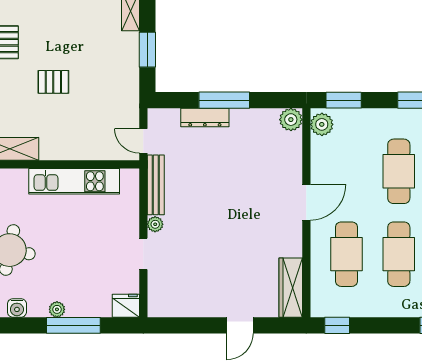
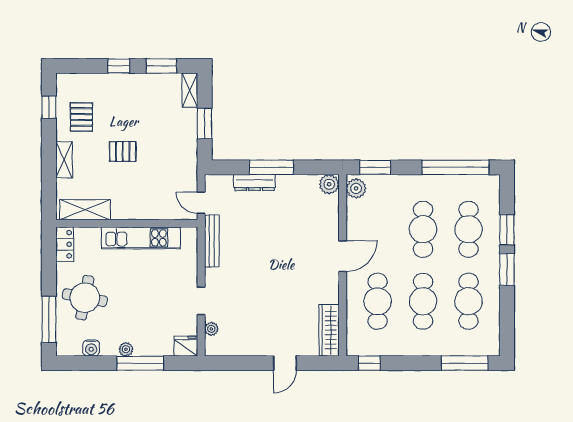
plant: (155, 224) -> (211, 329), moved

